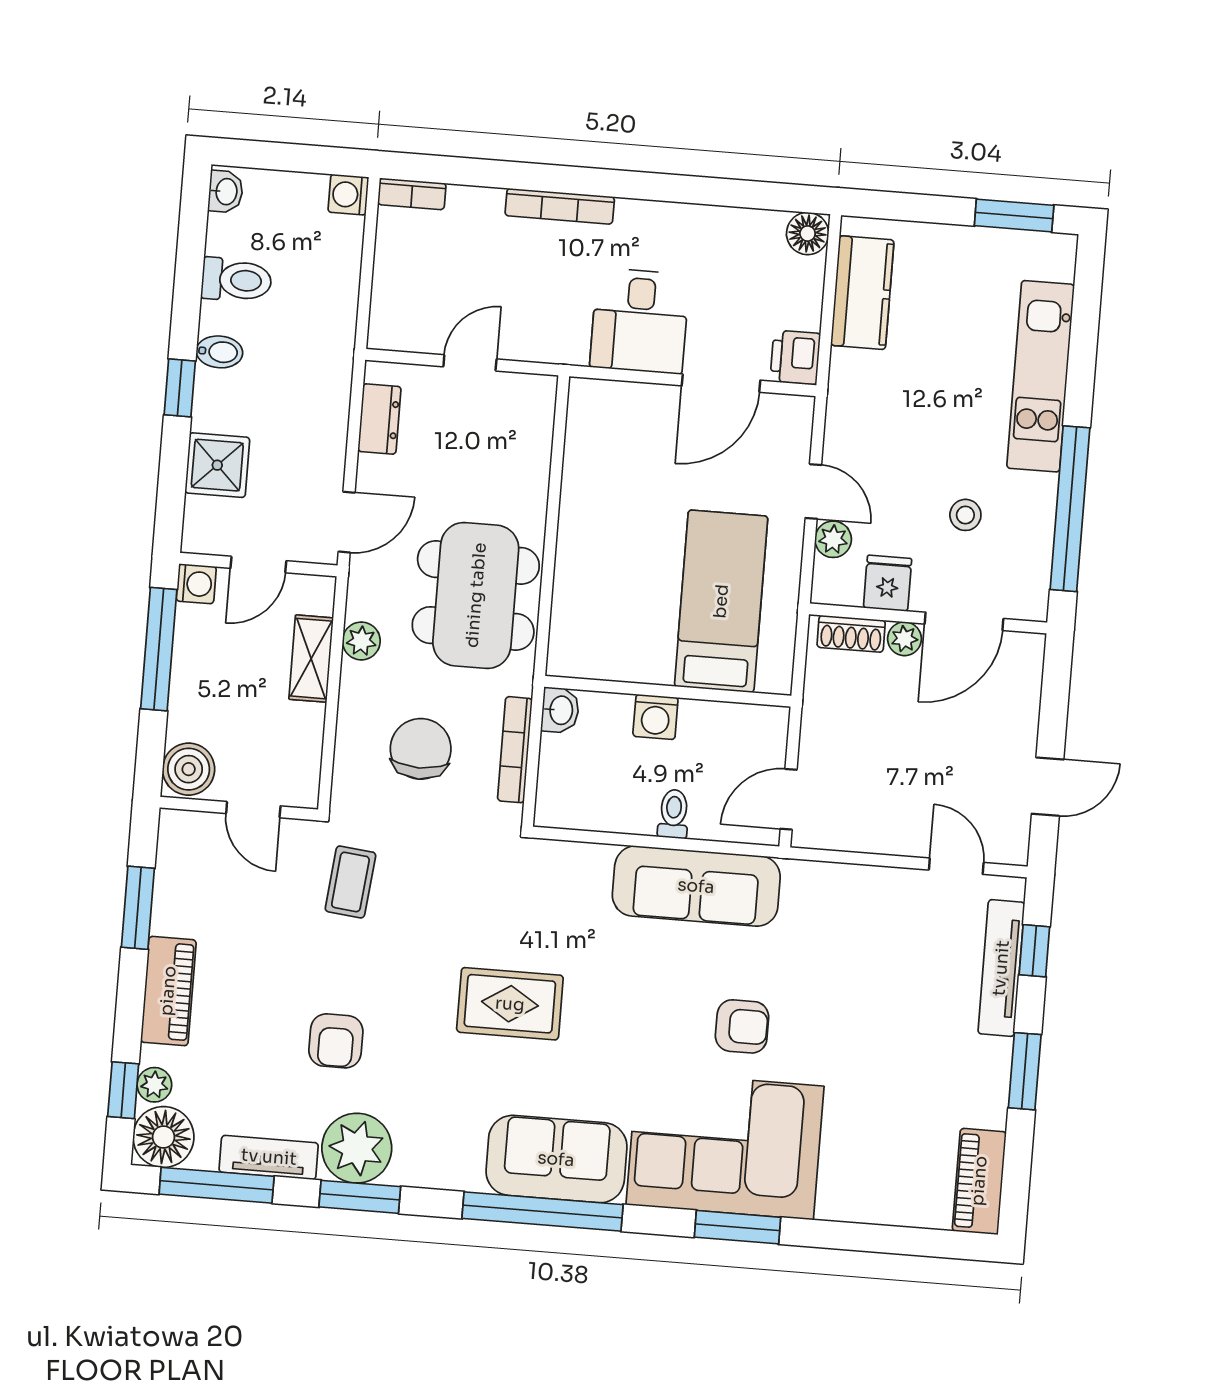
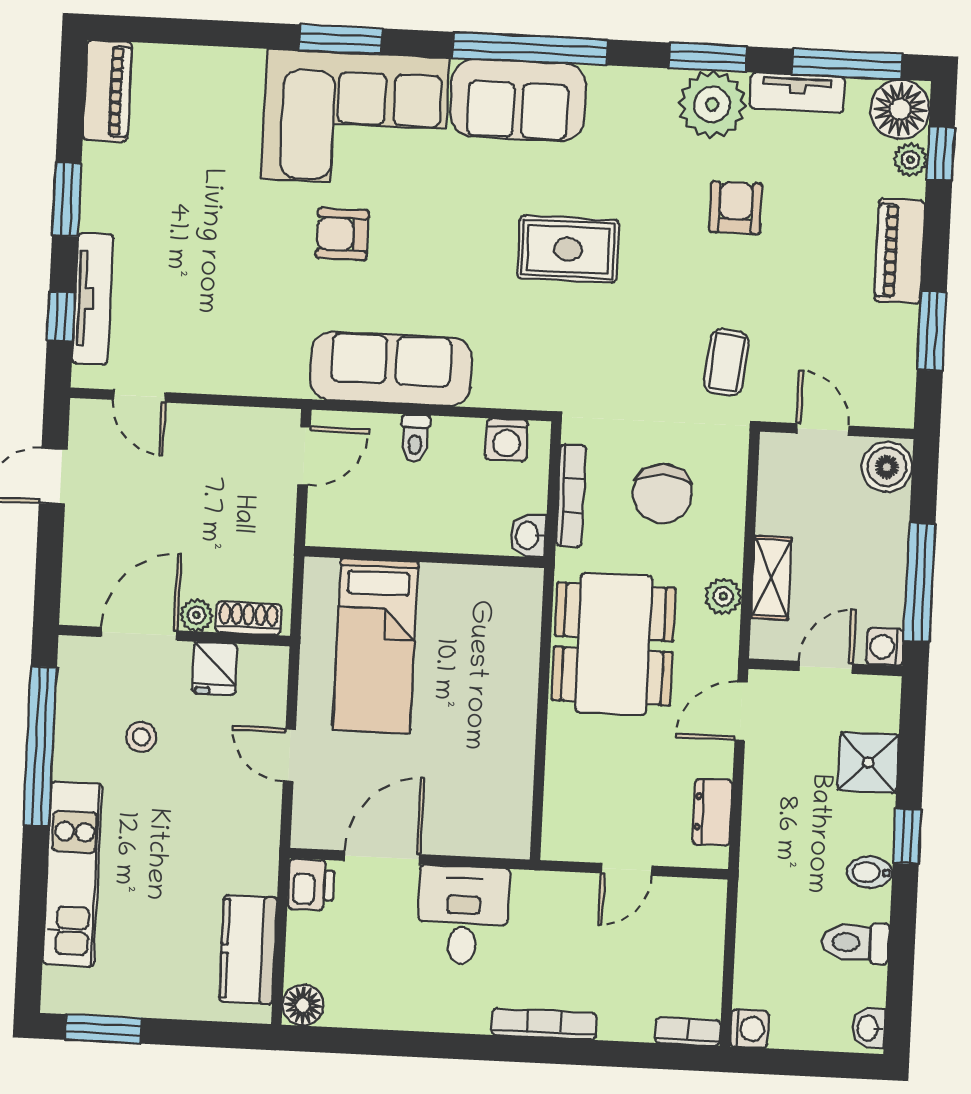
plant: (833, 539) -> (269, 709), removed
washing machine: (655, 717) -> (507, 440), moved, turned 180

